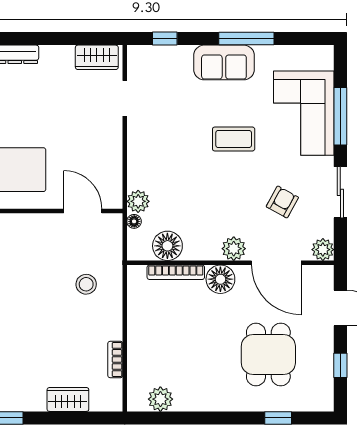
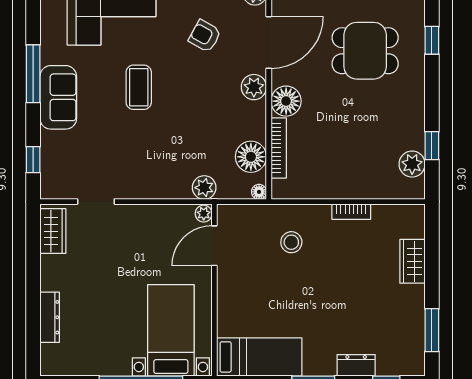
plant: (113, 201) -> (204, 214), added
floor lamp: (134, 221) -> (259, 192), moved
bookcase: (115, 359) -> (351, 212), moved
window: (178, 418) -> (432, 146), added

